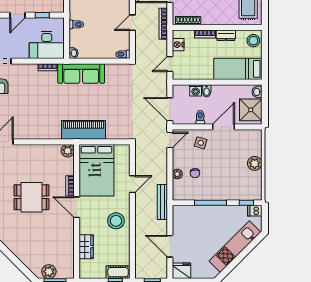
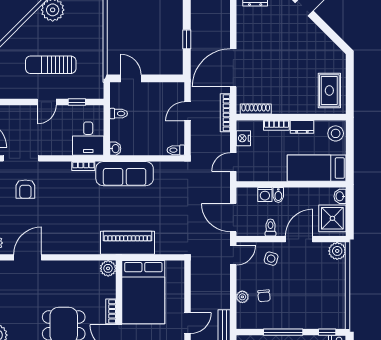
desk: (47, 45) -> (88, 139), width x0.73
plant: (255, 163) -> (337, 251), moved
door: (132, 184) -> (188, 323), moved

